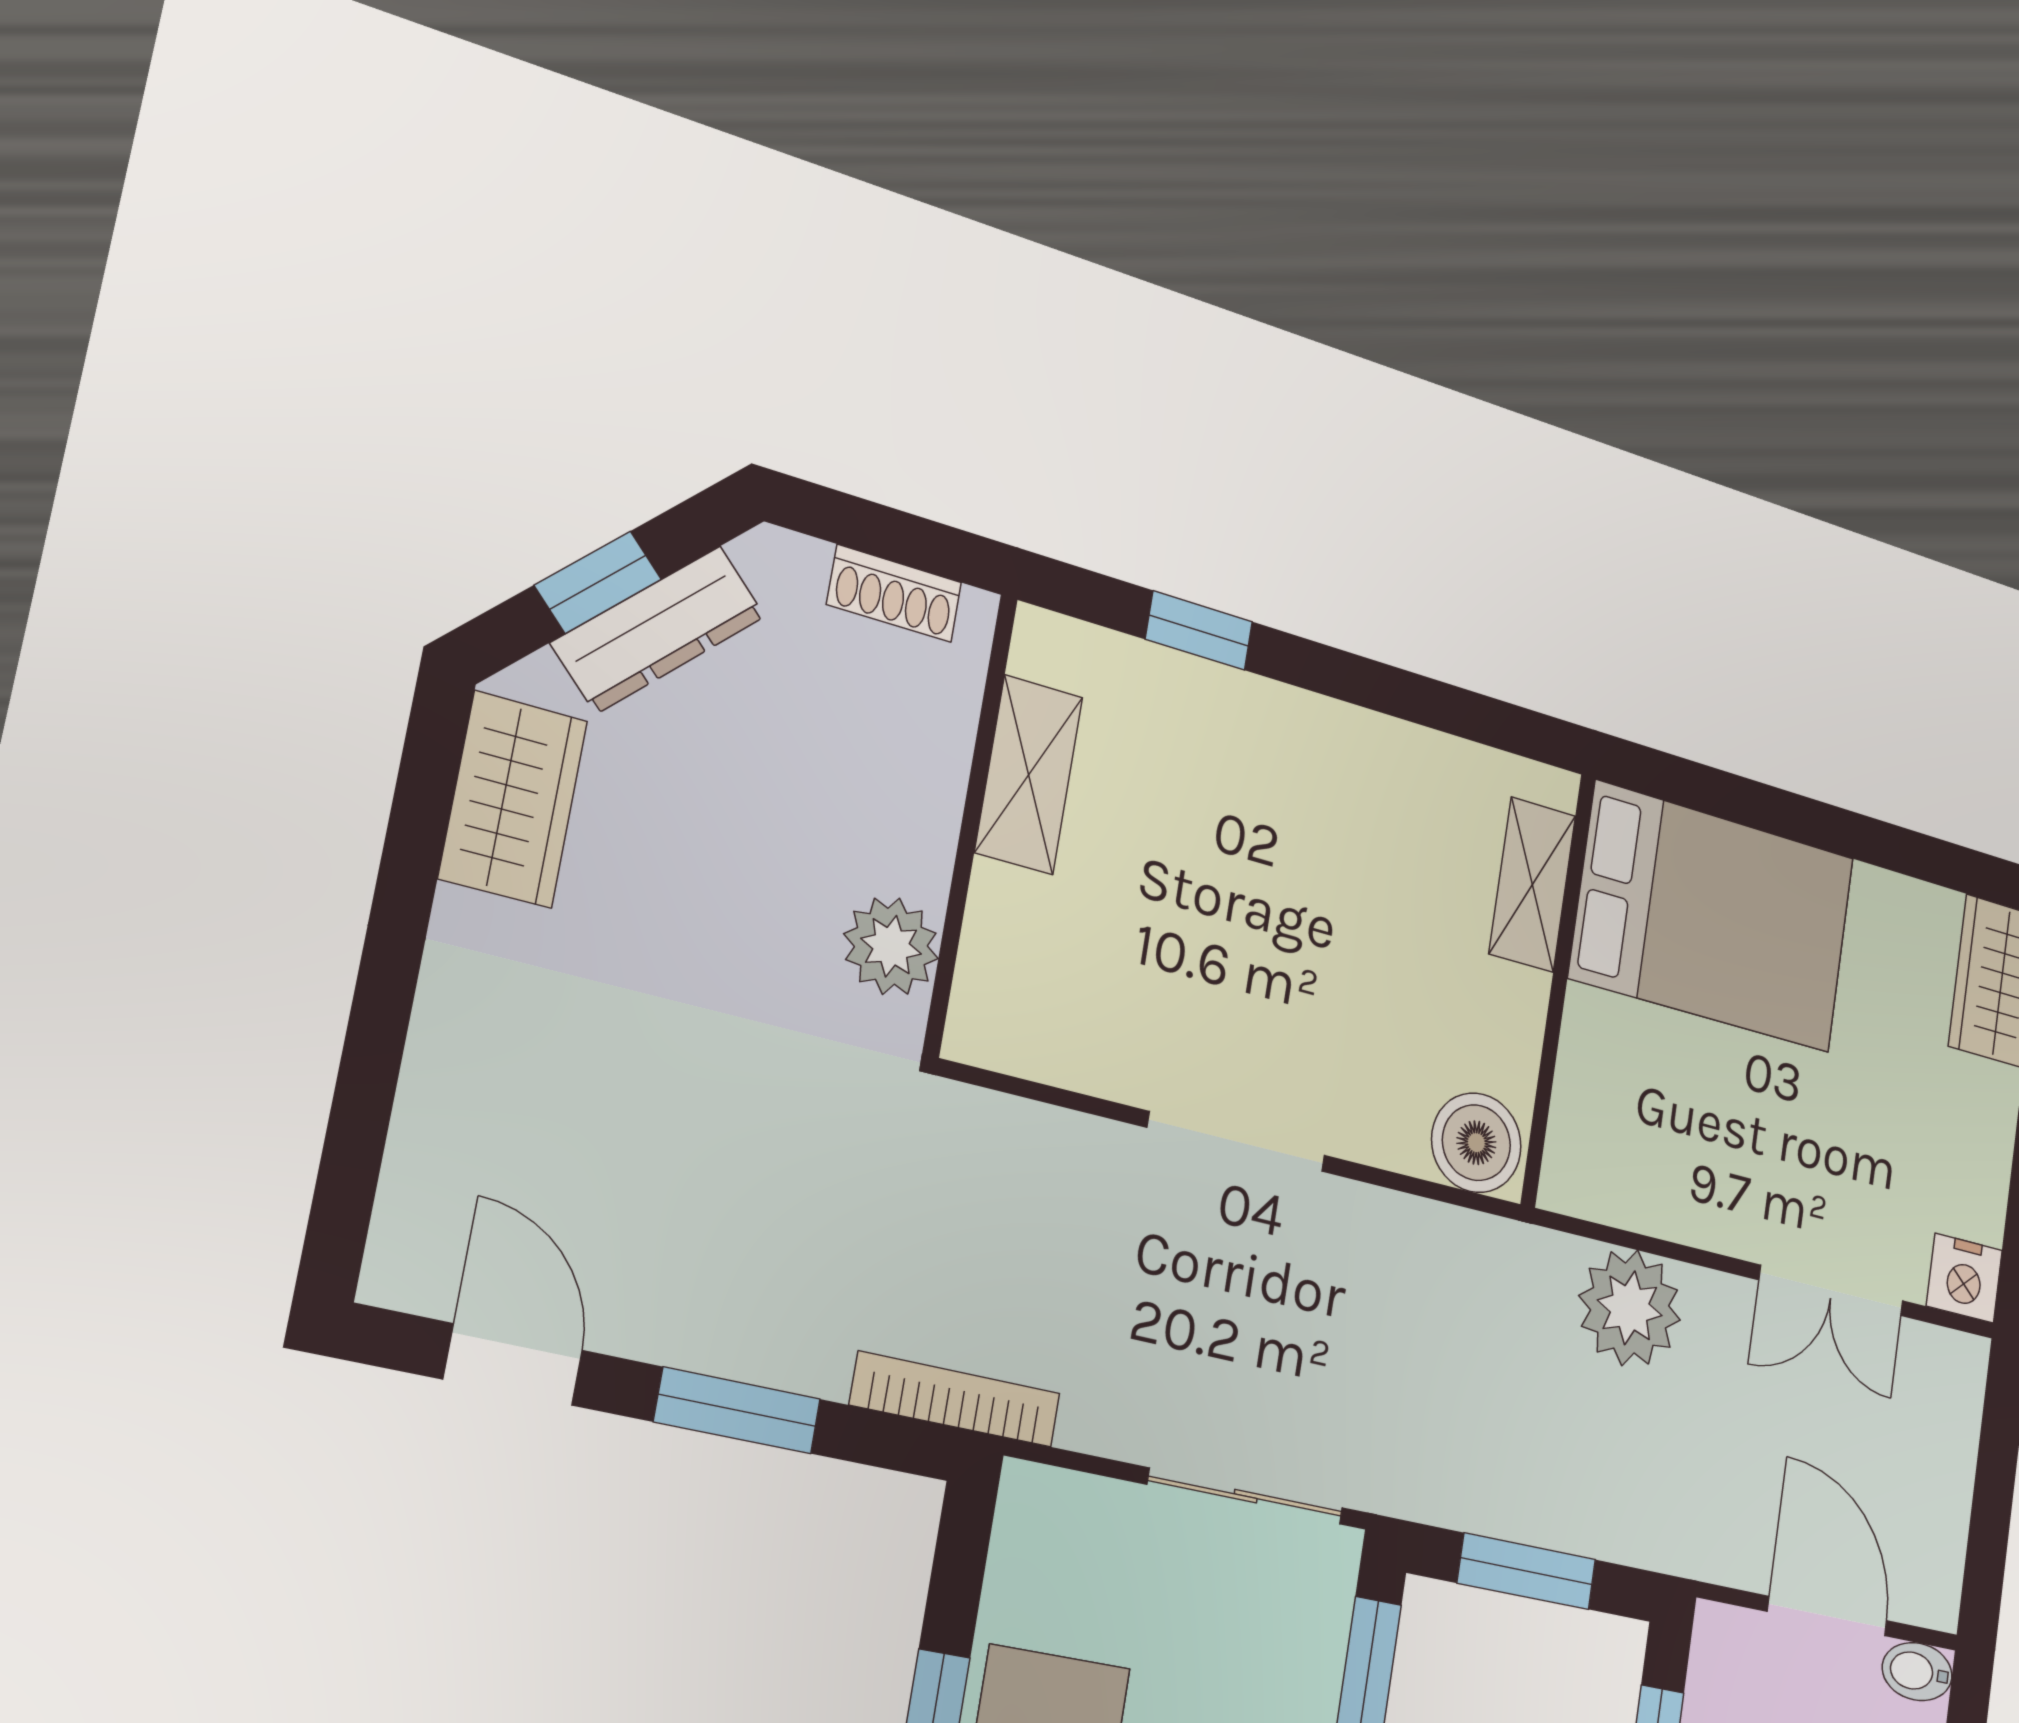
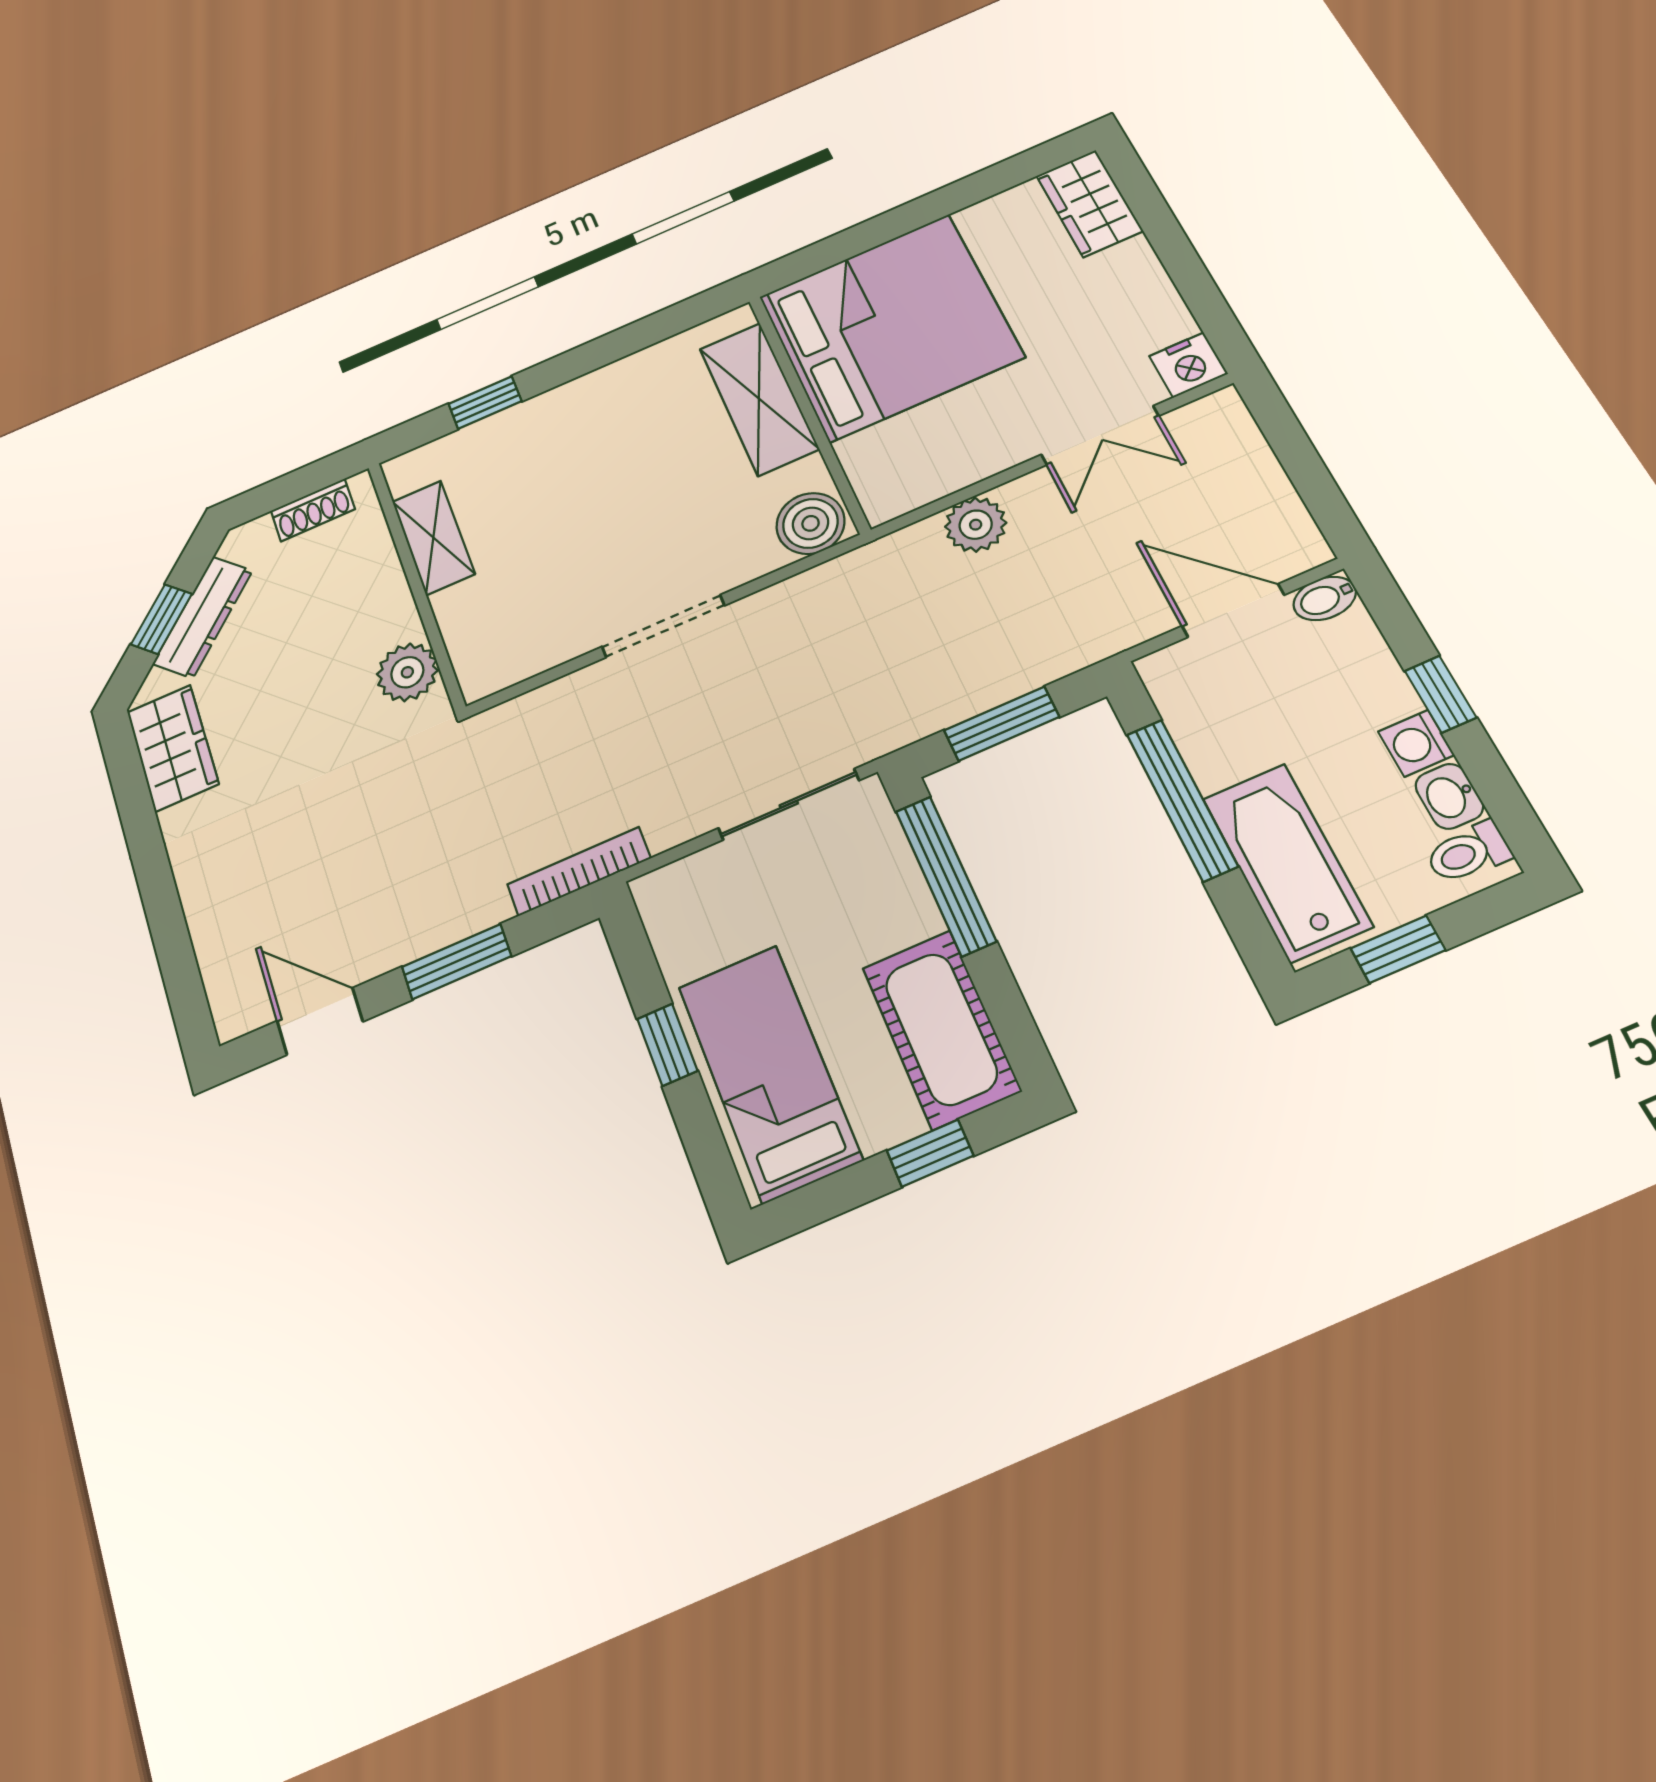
shelving: (1532, 885) -> (759, 399), width x1.50, depth x1.33
bed: (1713, 917) -> (890, 327), width x1.36
plant: (1630, 1308) -> (976, 525), width x0.73, depth x0.73

